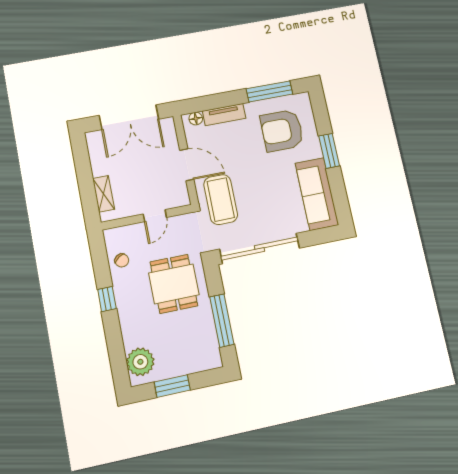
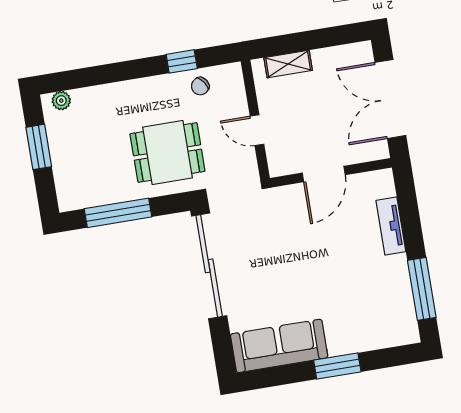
floor lamp: (196, 119) -> (386, 188), removed
armchair: (282, 130) -> (367, 303), removed
coffee table: (221, 200) -> (276, 217), removed
window: (107, 299) -> (182, 61), moved
plant: (140, 362) -> (61, 101), width x0.53, depth x0.53

